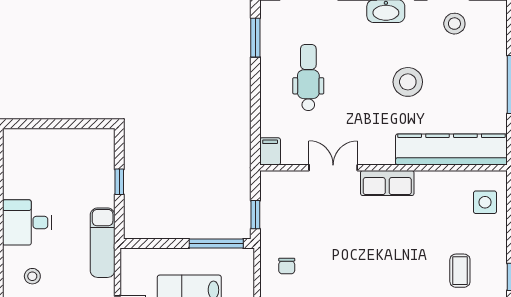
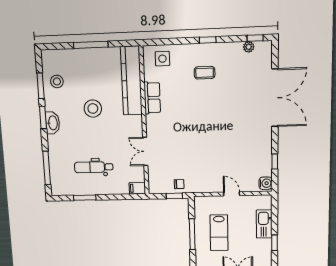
window: (255, 38) -> (85, 198), moved
row of seats: (387, 183) -> (152, 98), moved
window: (216, 244) -> (192, 234), moved
chair: (287, 266) -> (179, 184), moved

